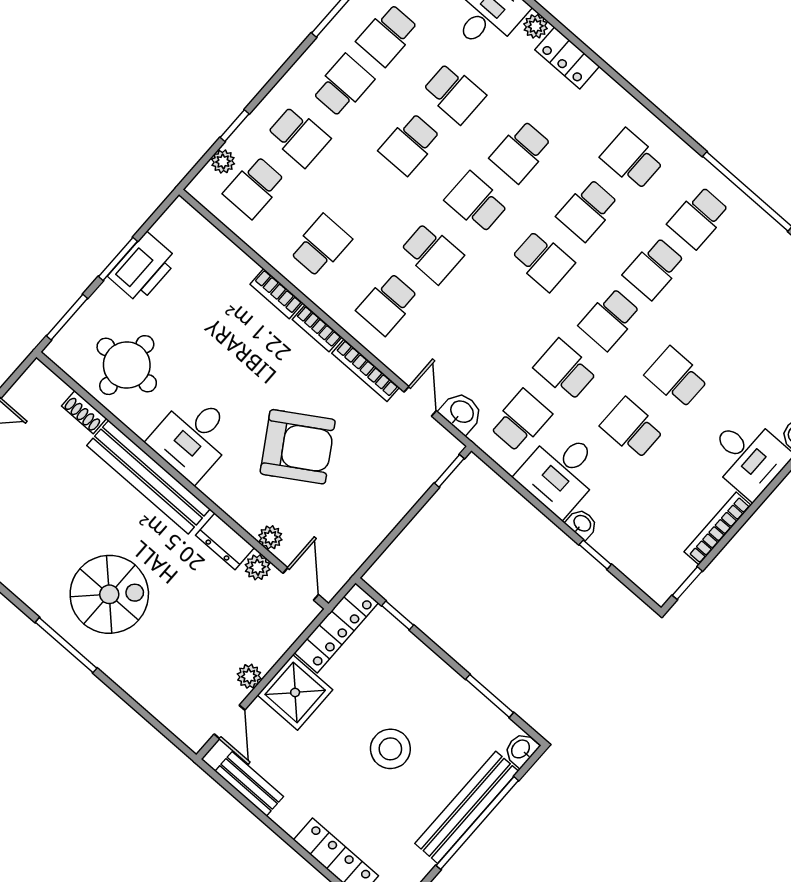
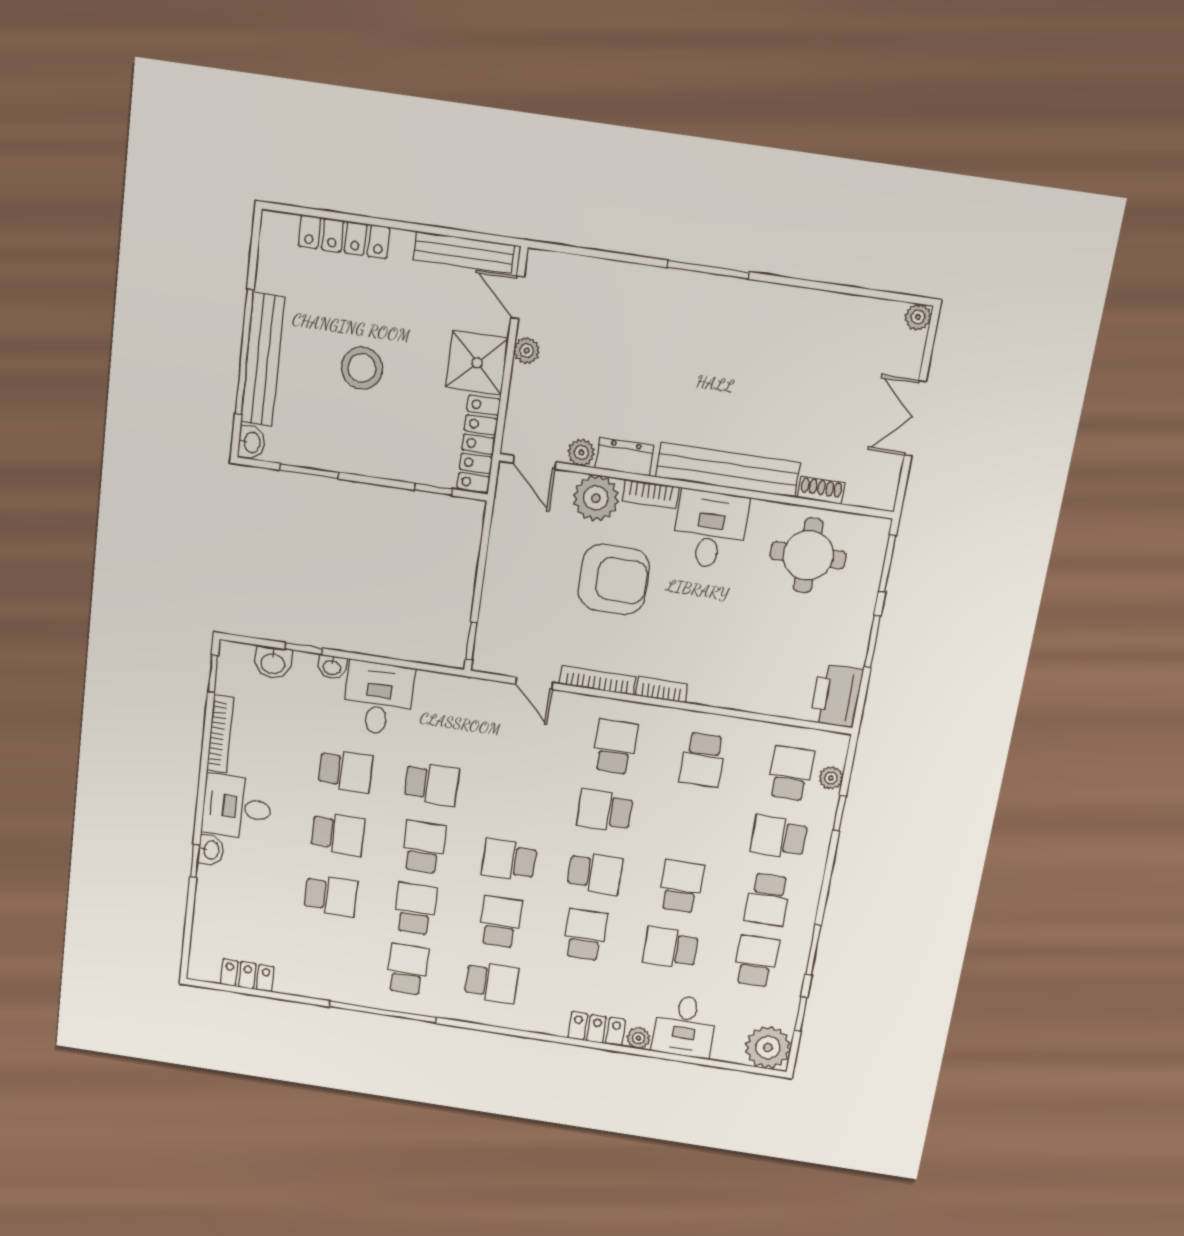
printer: (143, 268) -> (836, 696), moved
bookcase: (276, 294) -> (651, 494), moved, turned 180
washbasin: (461, 412) -> (273, 663), moved
school desk: (521, 421) -> (331, 896), moved, turned -90
armchair: (298, 447) -> (614, 579), turned -148
plant: (270, 537) -> (596, 498), width x1.88, depth x1.88
spiral stairs: (109, 594) -> (698, 342), removed
bench: (249, 784) -> (464, 252), width x1.36

